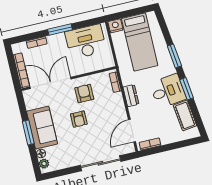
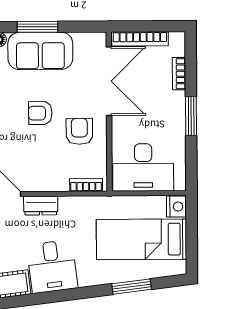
desk: (86, 42) -> (143, 167), moved, turned 90
window: (174, 56) -> (132, 287), moved
window: (187, 89) -> (49, 297), removed
armchair: (84, 93) -> (79, 131), turned -90
dresser: (131, 96) -> (41, 206), moved

